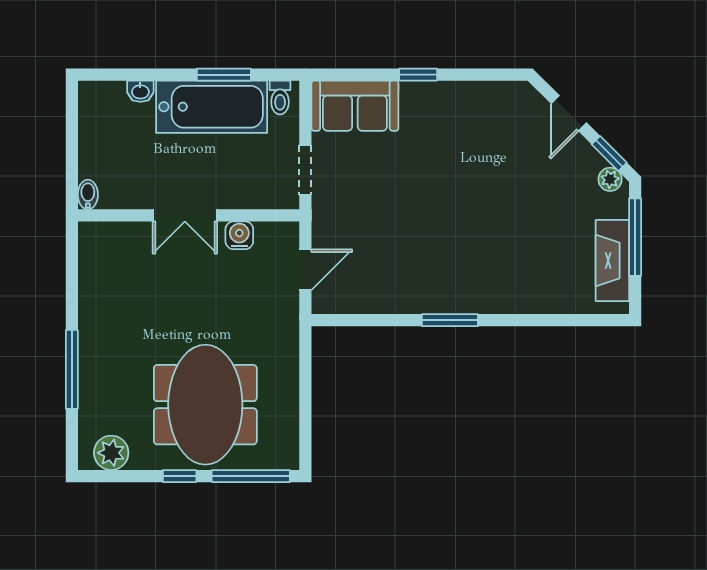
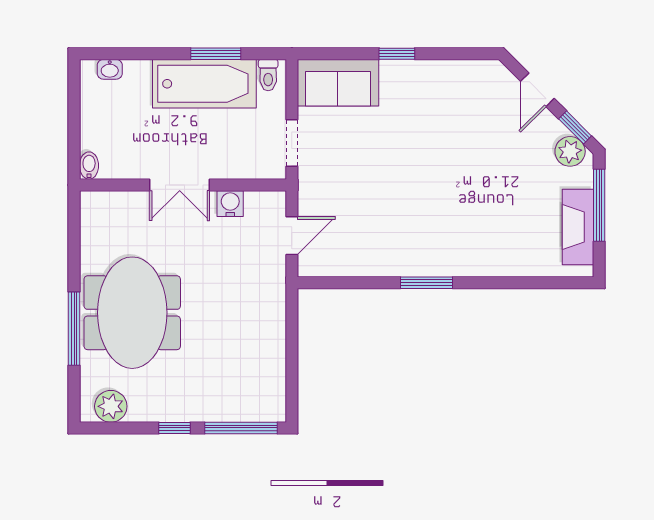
washbasin: (140, 91) -> (110, 69), moved
plant: (610, 179) -> (570, 151), width x1.38, depth x1.38
meeting table: (205, 405) -> (132, 313), moved

